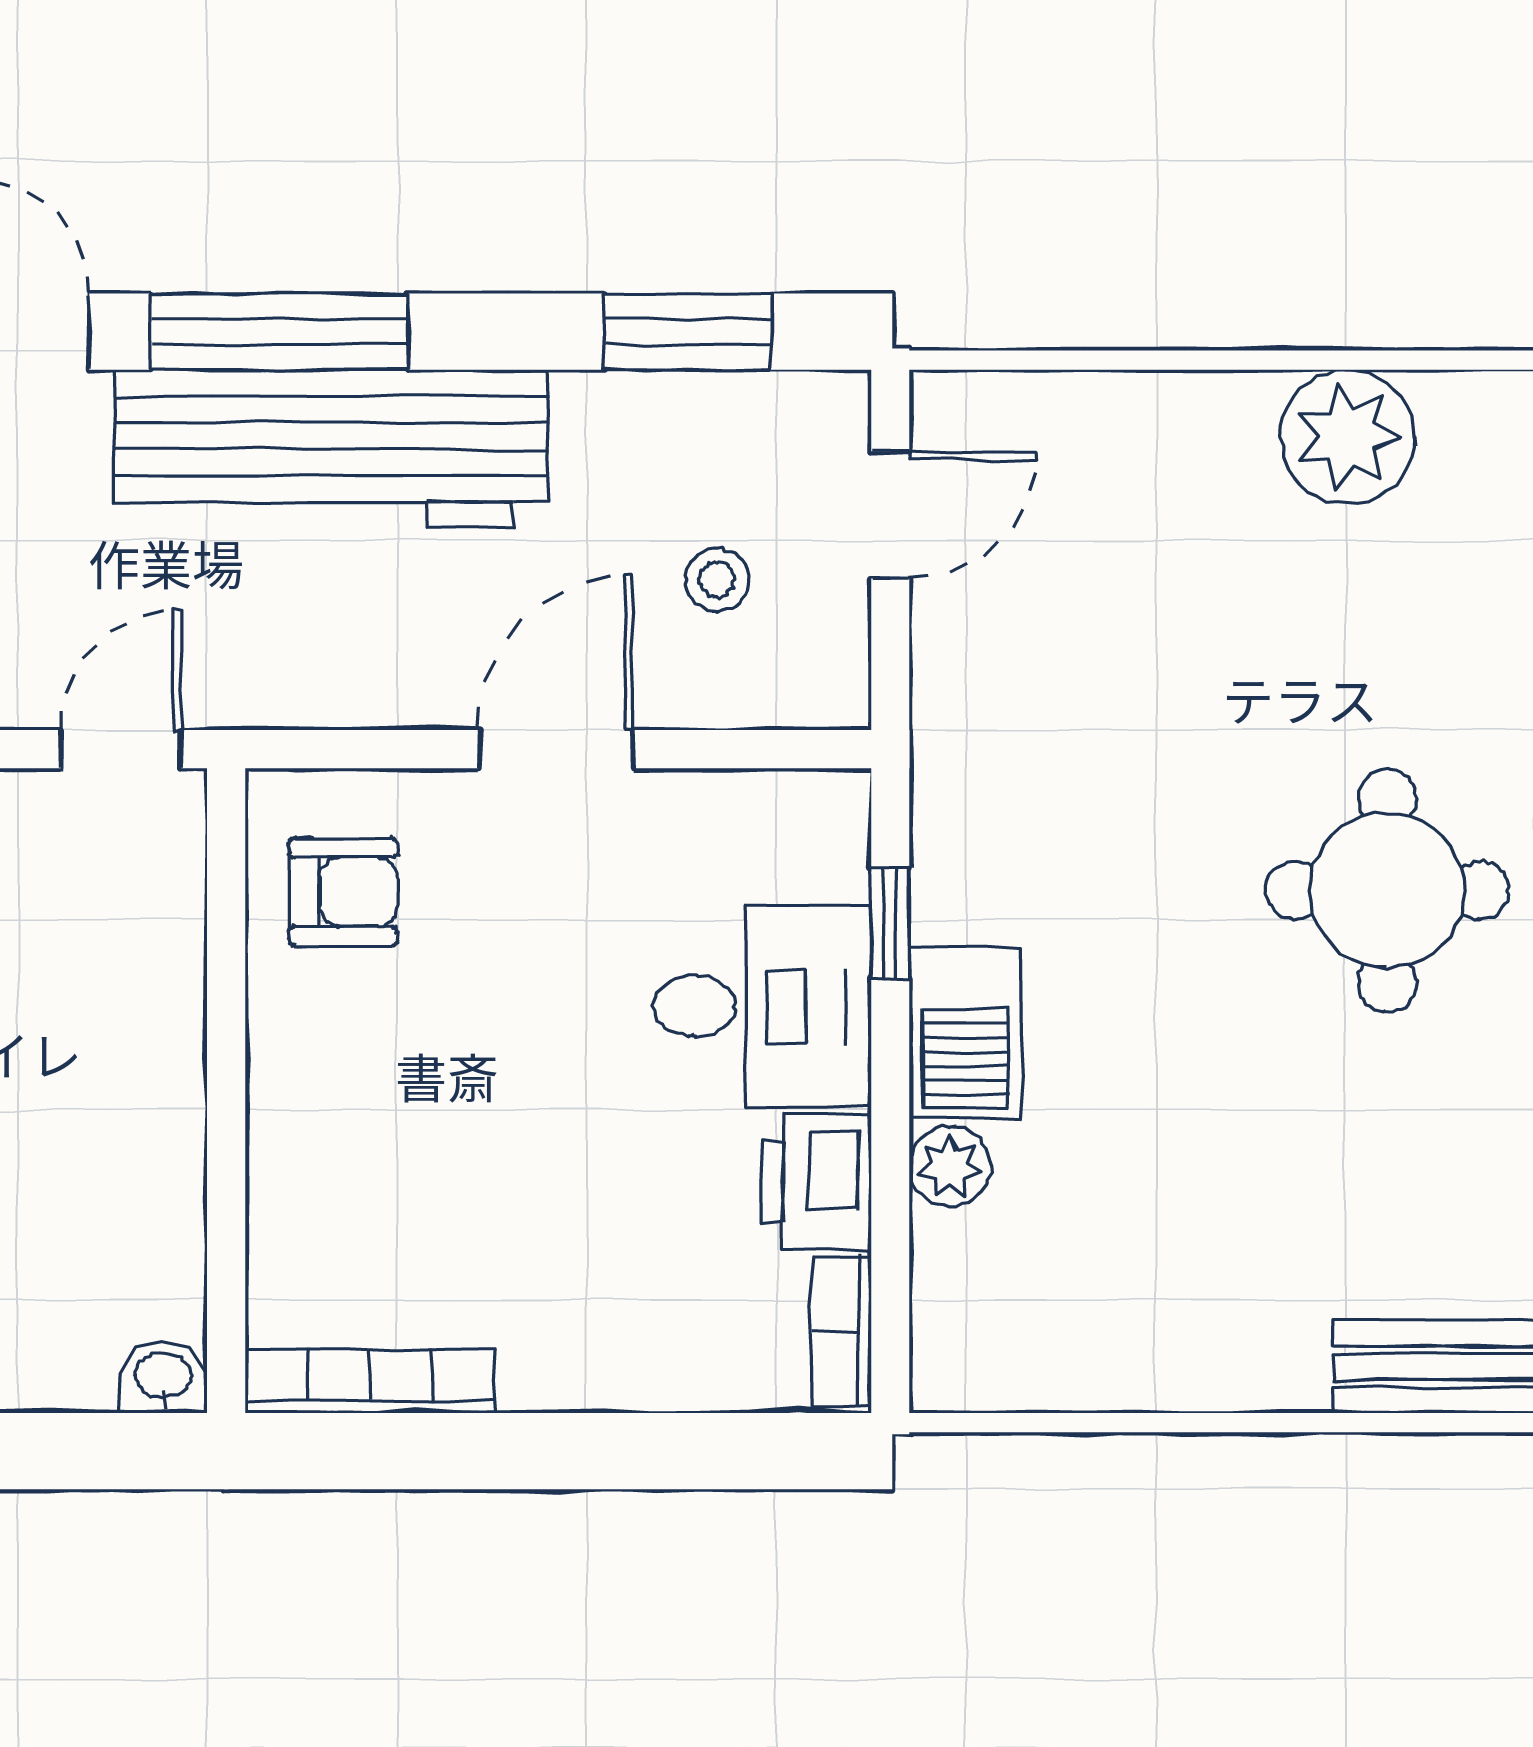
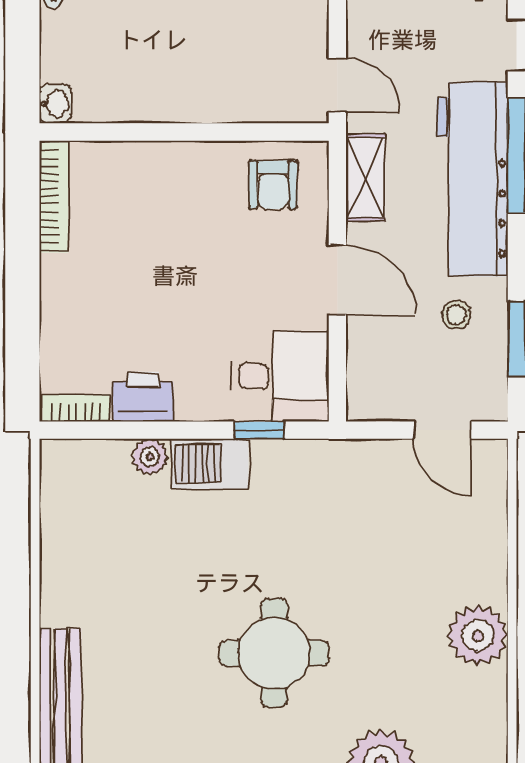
stool: (717, 580) -> (456, 315), moved
shelving: (328, 686) -> (366, 178), added
desk: (762, 1006) -> (280, 376), moved, turned -90

